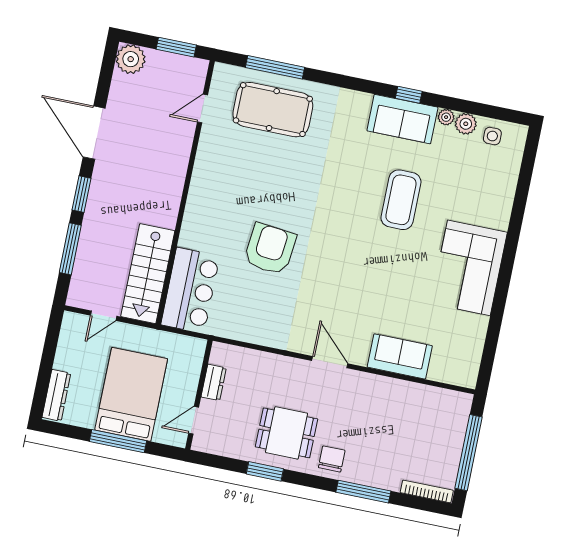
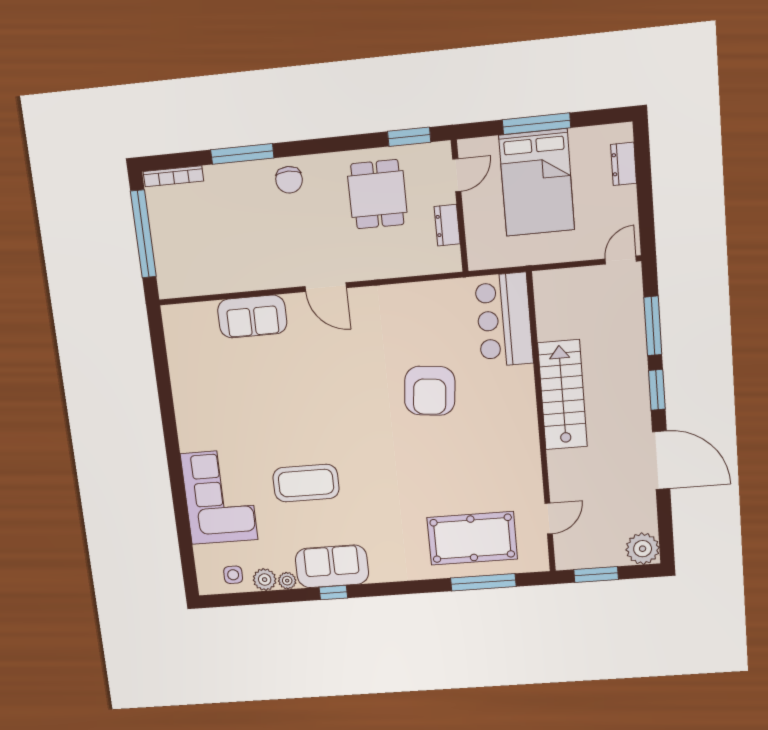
coffee table: (401, 200) -> (306, 483), turned 90
corner sofa: (469, 268) -> (219, 497), moved
stairs: (148, 274) -> (563, 395), moved
door: (104, 316) -> (621, 260), moved
dresser: (56, 395) -> (624, 164), width x0.70
dining table: (287, 433) -> (377, 194), moved, turned 90
window: (265, 471) -> (409, 137), moved

